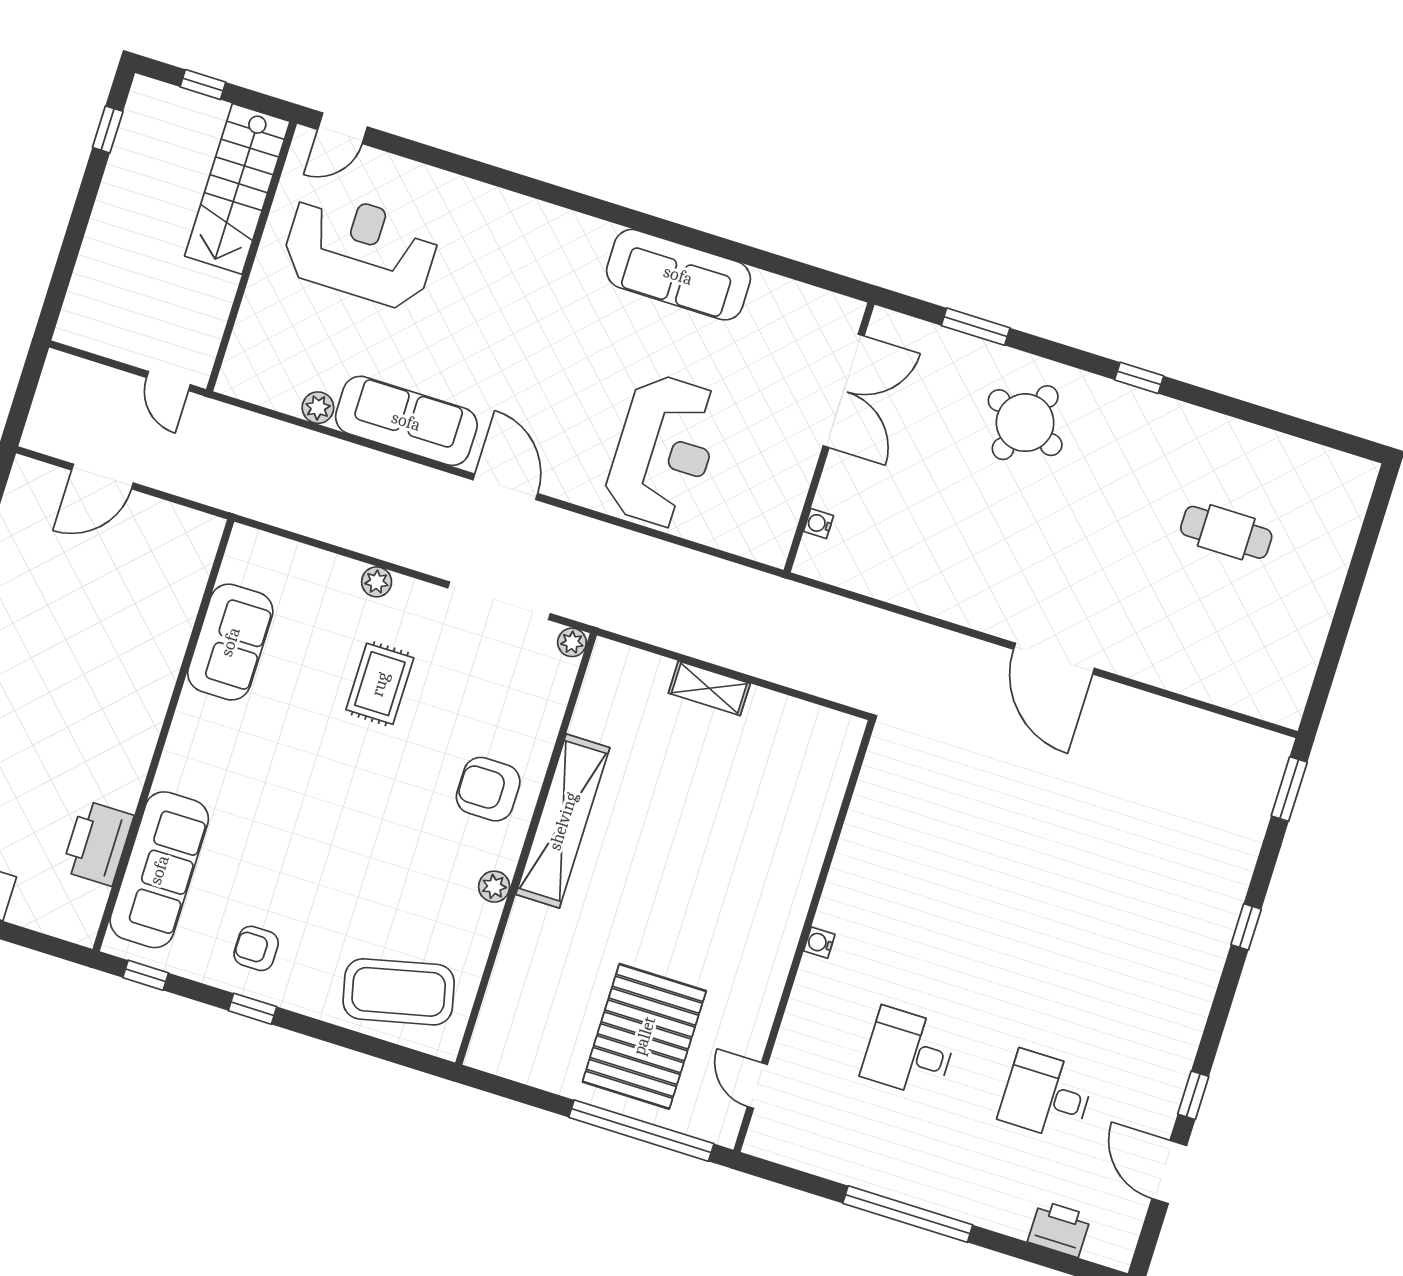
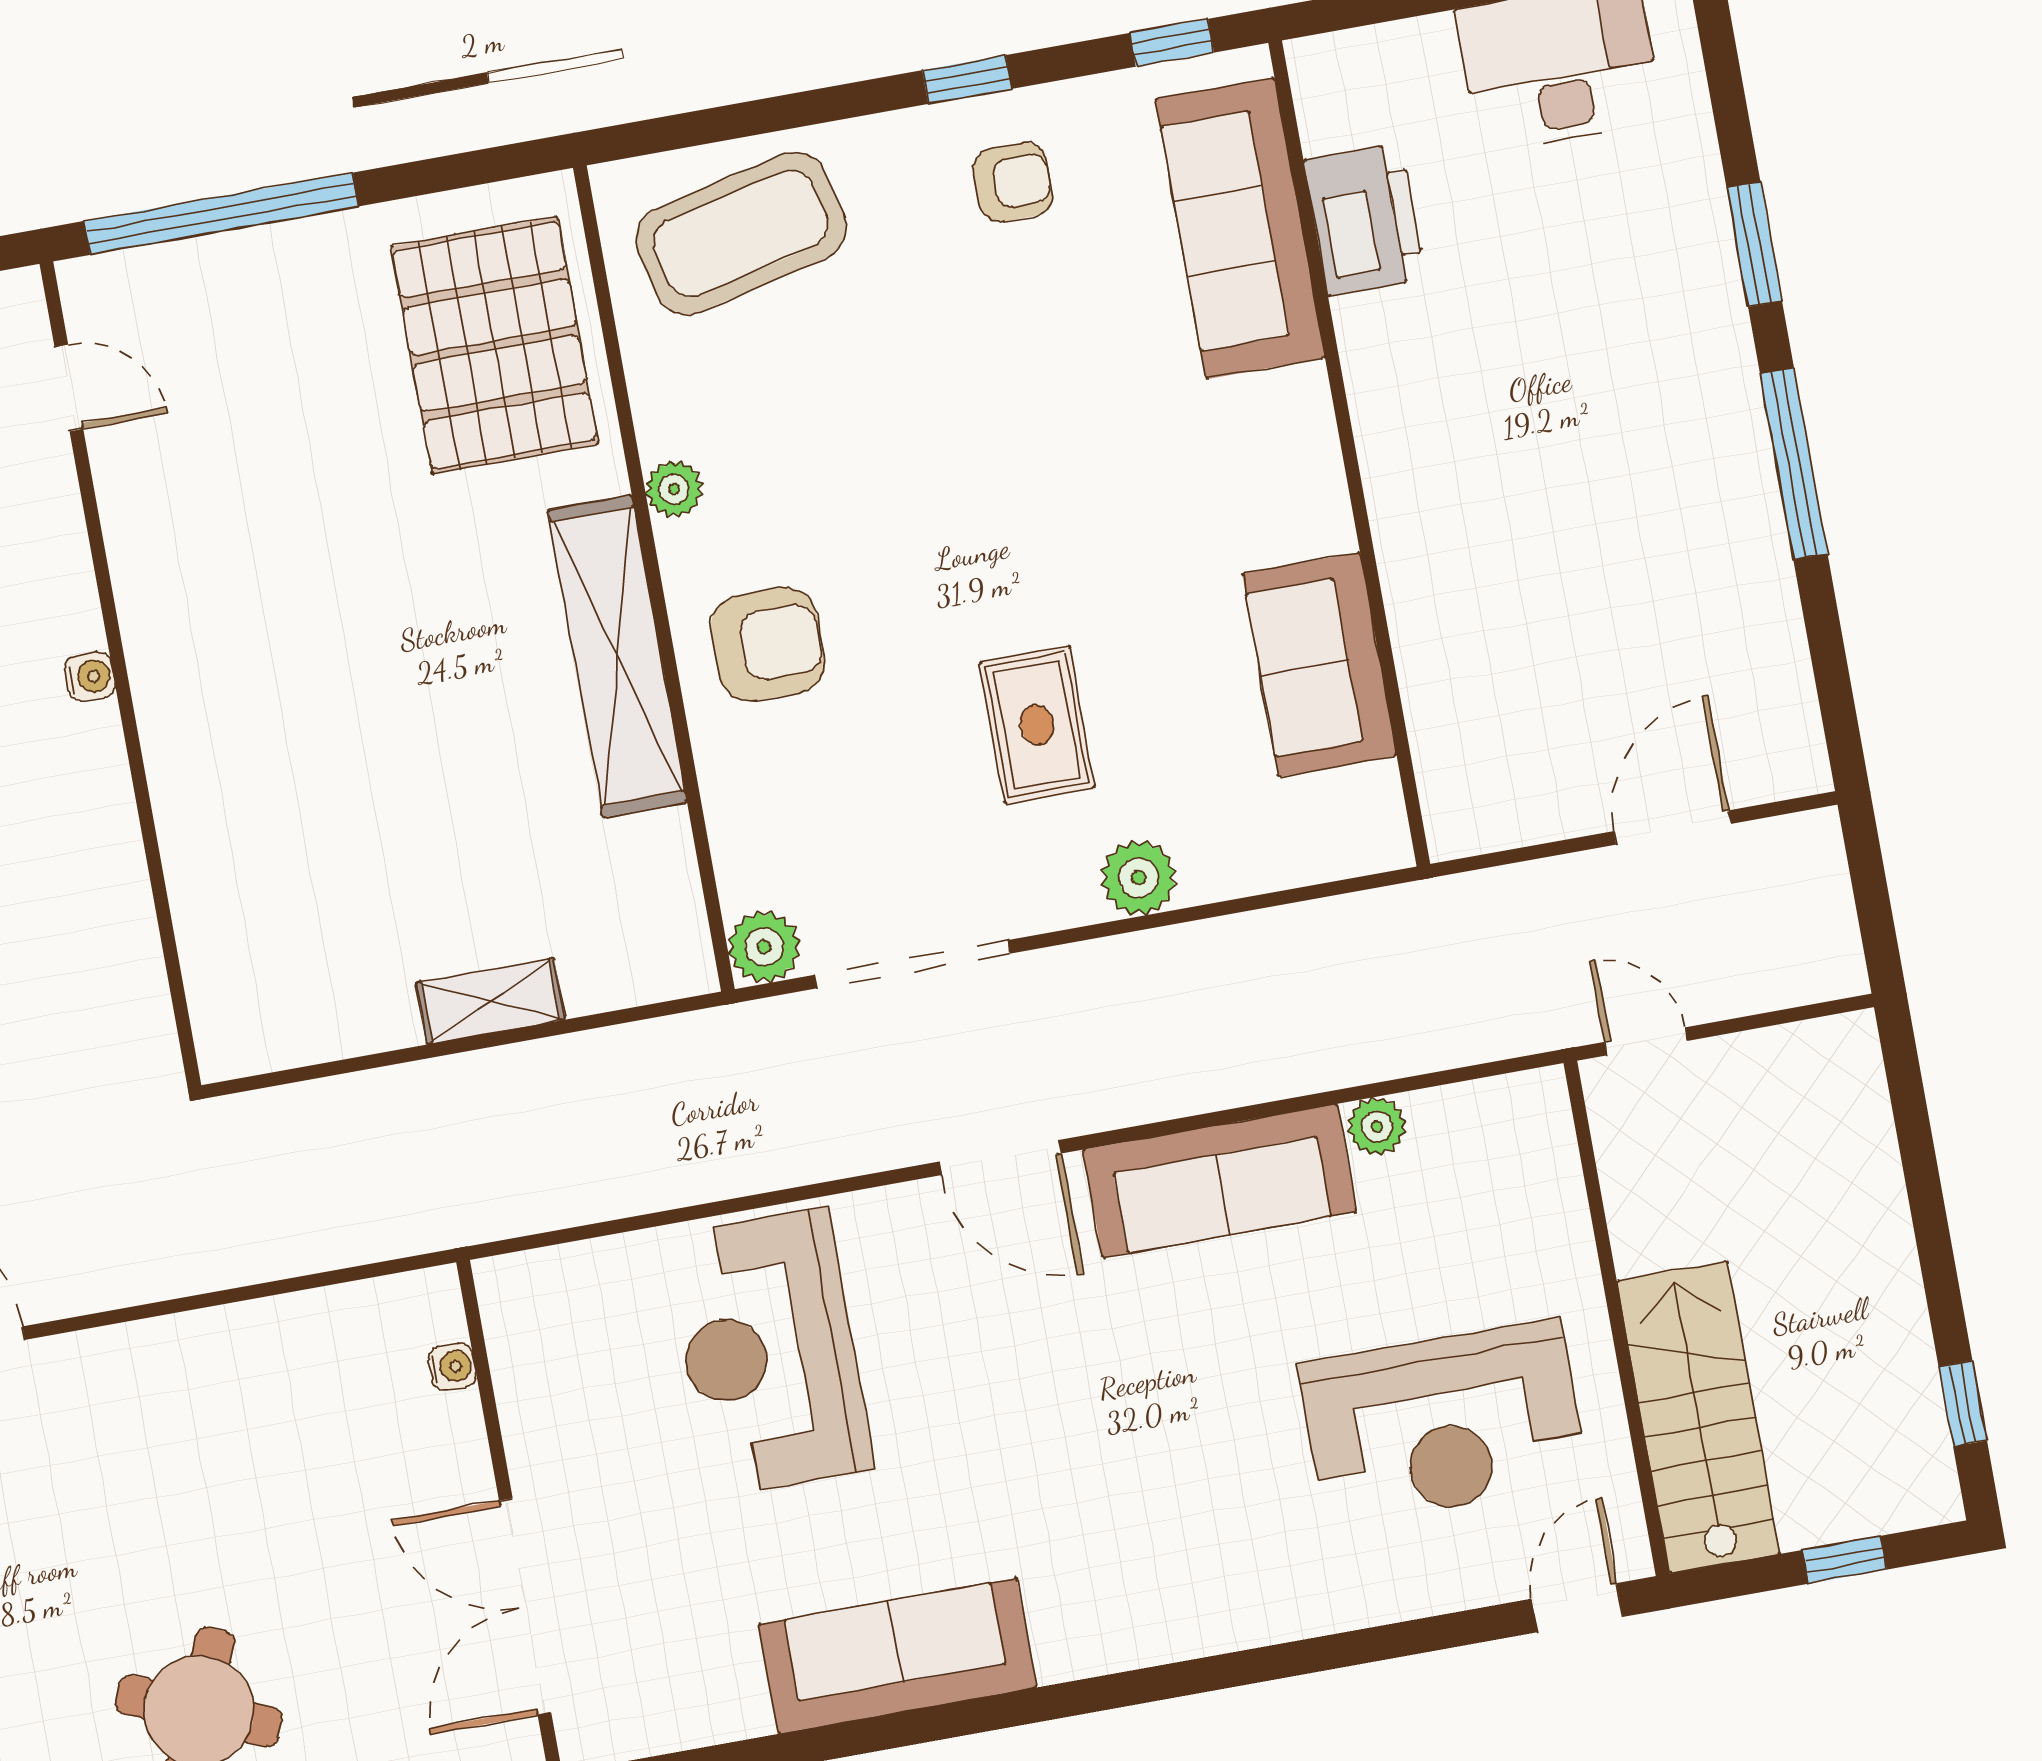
plant: (377, 582) -> (1139, 878), width x1.38, depth x1.38
plant: (572, 642) -> (764, 947), width x1.38, depth x1.38
pallet: (644, 1036) -> (495, 345), moved

